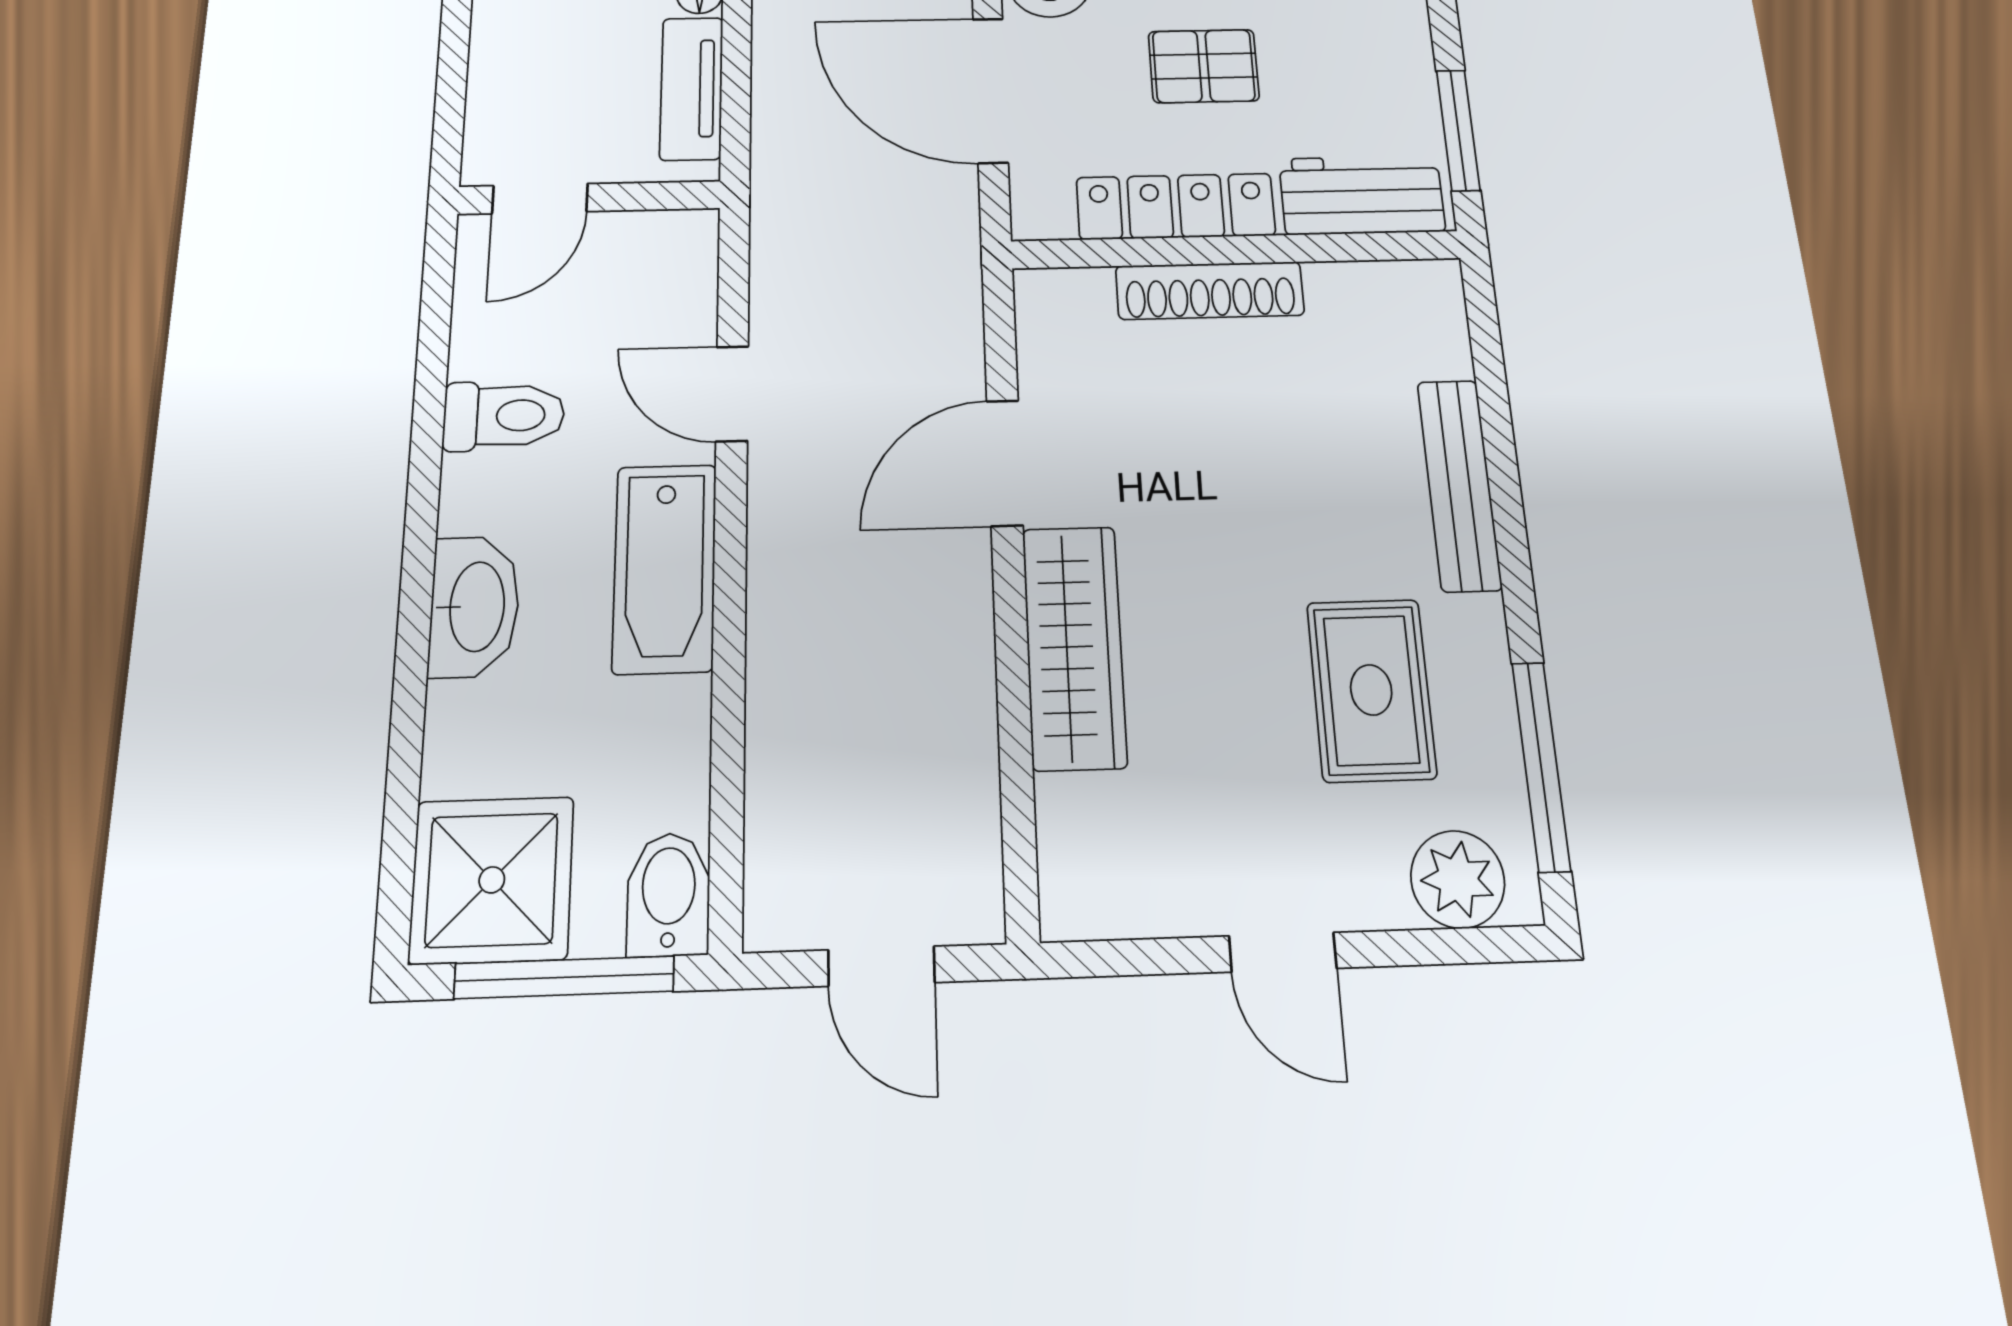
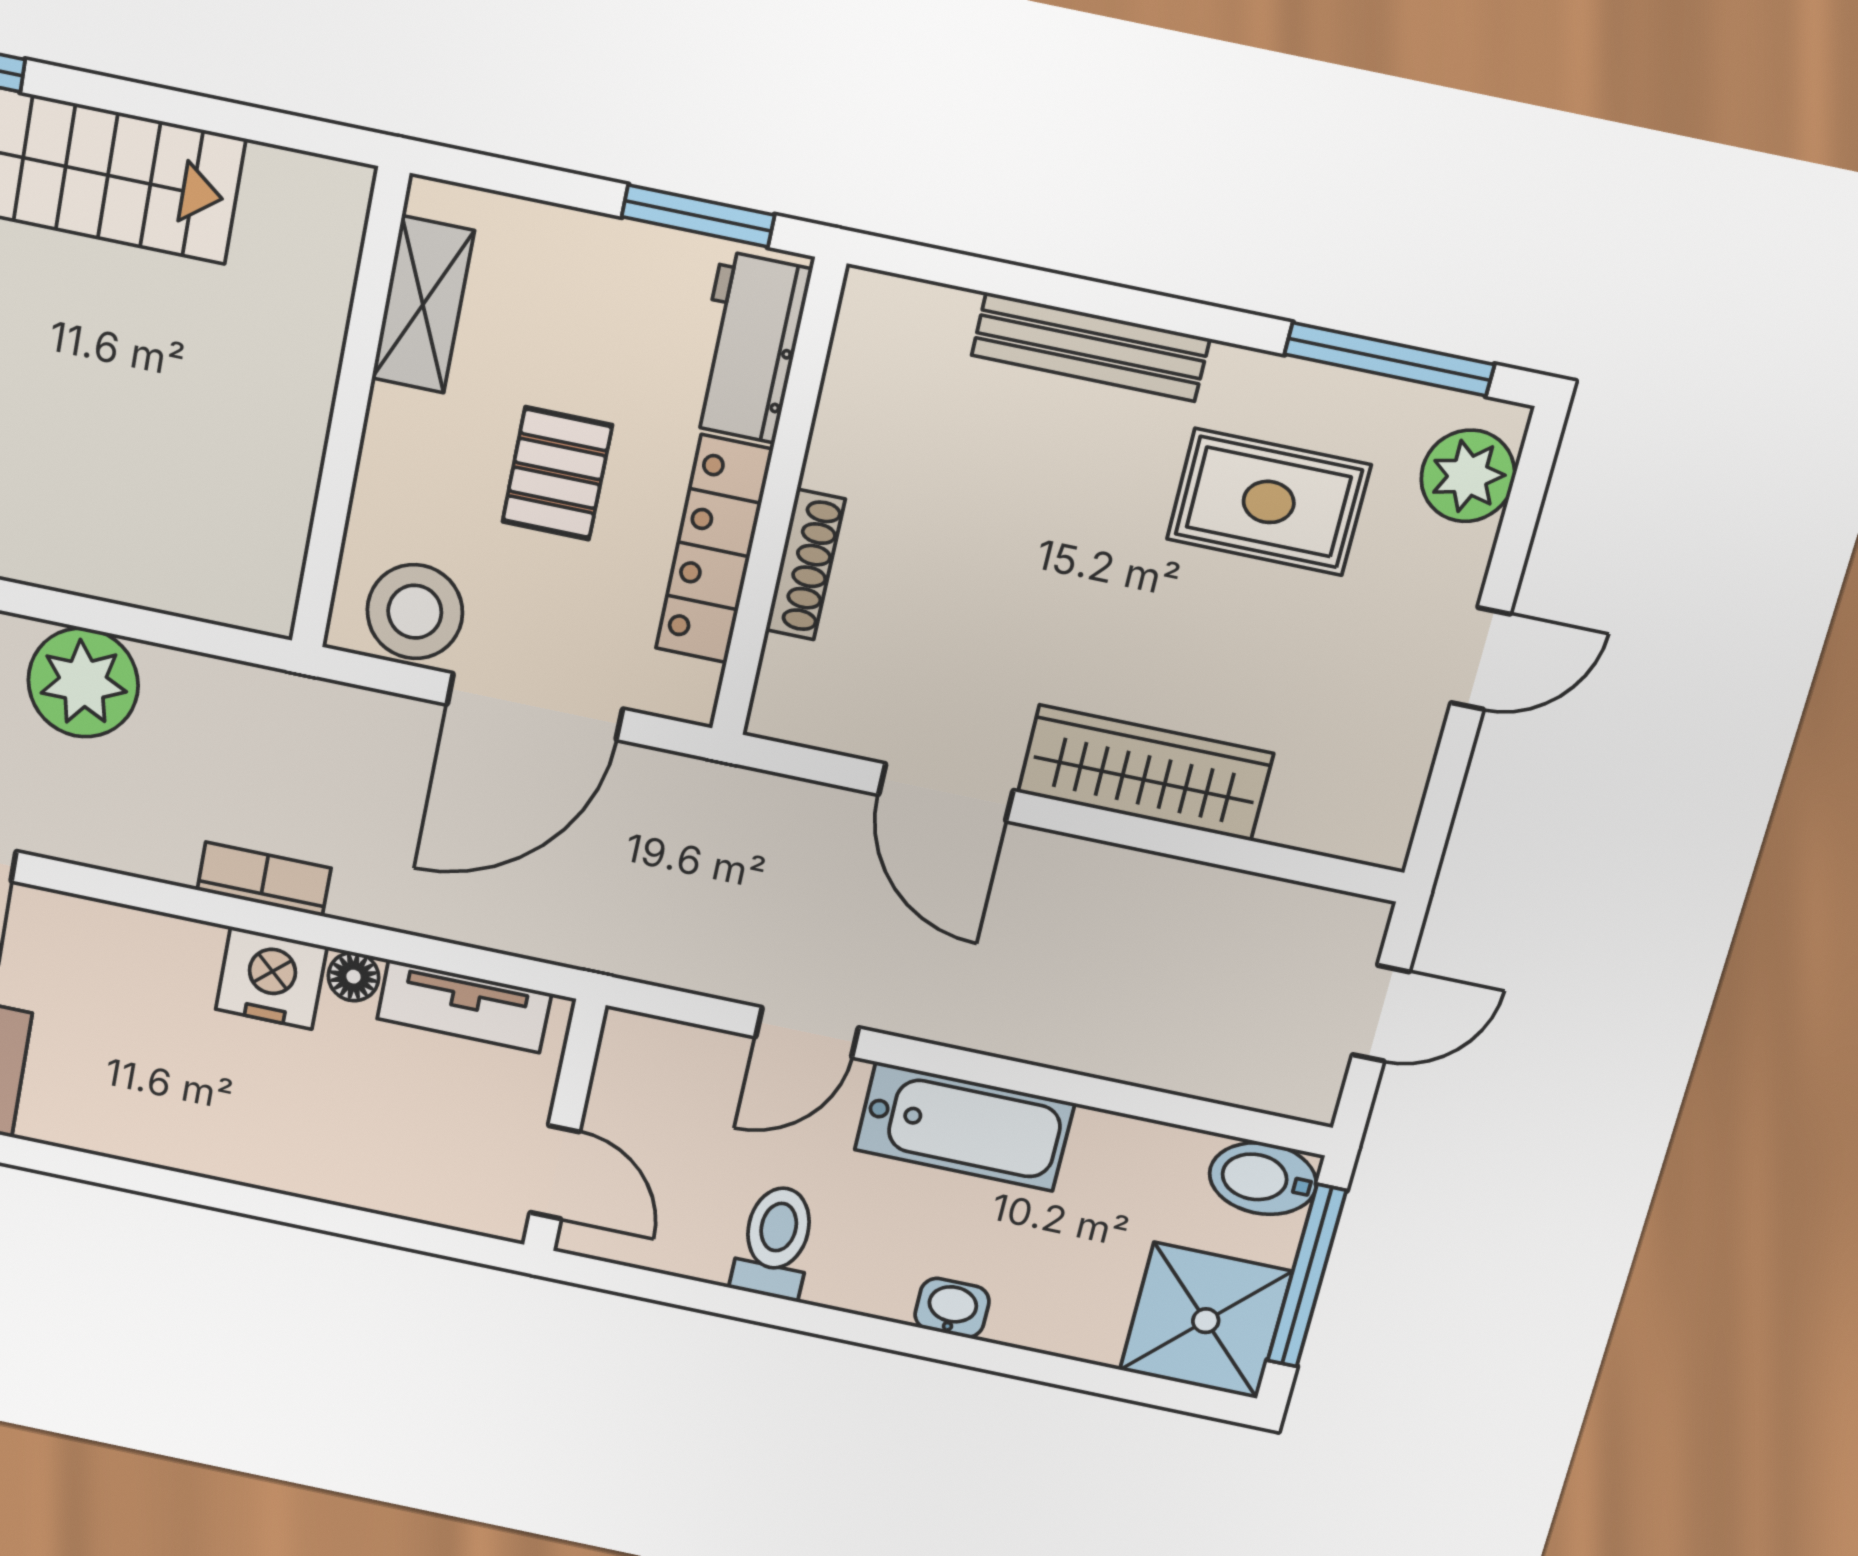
shoe rack: (1210, 291) -> (805, 565), width x0.74, depth x0.81
washbasin: (474, 607) -> (952, 1308), width x0.52, depth x0.69

